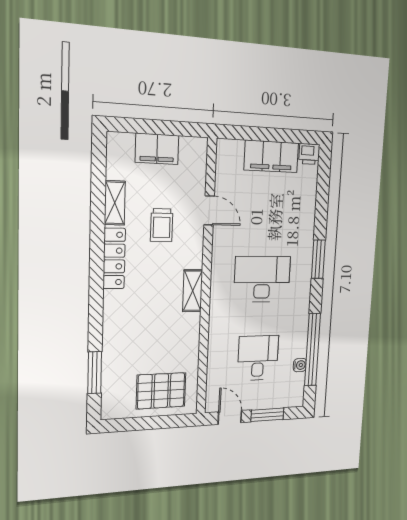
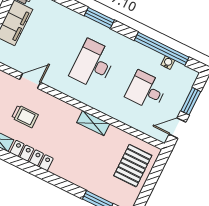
shelving: (193, 291) -> (93, 123), moved

